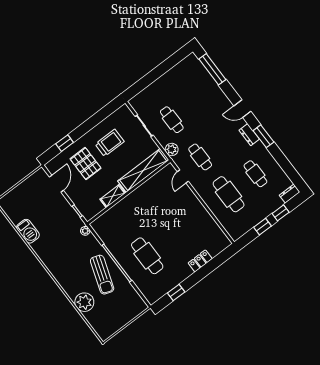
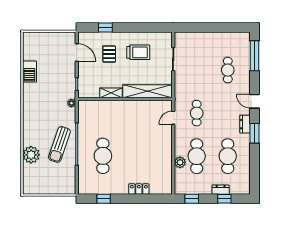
cafe table: (172, 120) -> (228, 70), moved
plant: (172, 149) -> (180, 162), moved
pallet: (86, 164) -> (109, 54), width x0.67, depth x0.71
cafe table: (255, 174) -> (228, 156), width x1.37, depth x1.35
door: (56, 184) -> (77, 53), hinge flipped
dresser: (290, 194) -> (221, 190), moved
window: (262, 227) -> (192, 199), moved

